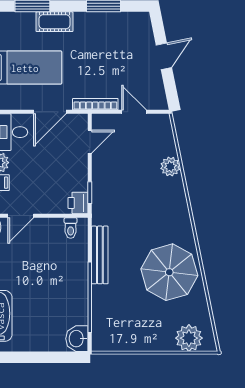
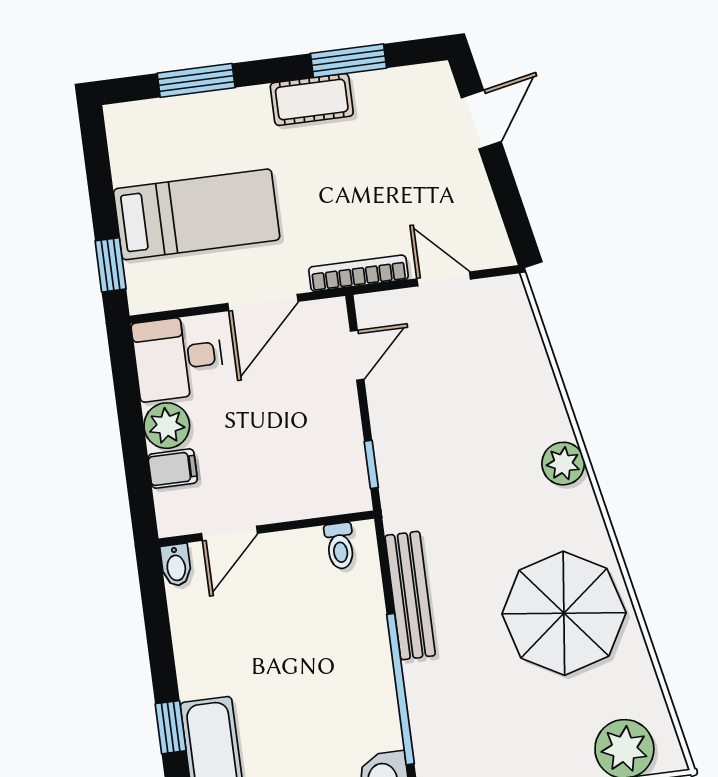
cot: (54, 22) -> (312, 100), moved
door: (164, 56) -> (481, 120), moved
plant: (170, 167) -> (563, 464), moved
printer: (78, 203) -> (349, 490), removed

